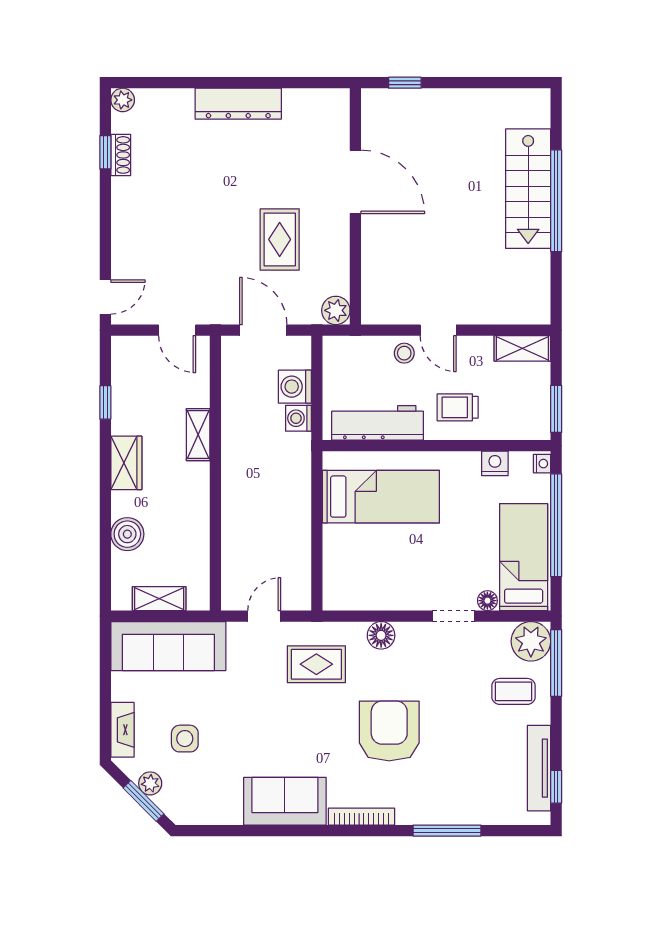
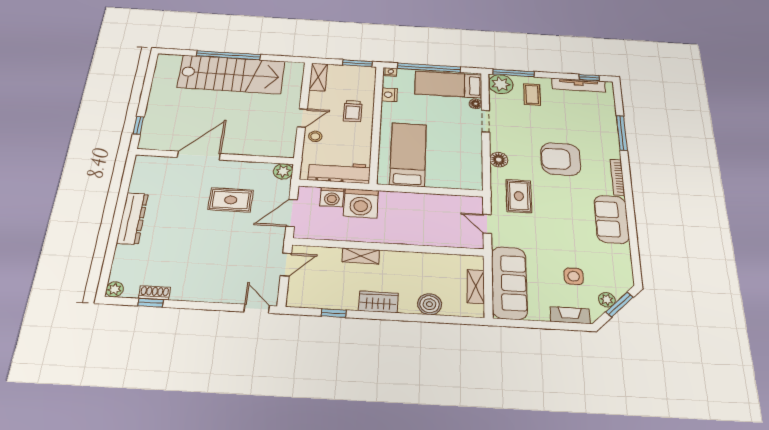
stairs: (528, 189) -> (231, 74), width x1.36, depth x1.51
washing machine: (299, 418) -> (361, 203), width x1.89, depth x1.89
workbench: (378, 423) -> (339, 173), moved, turned 90

